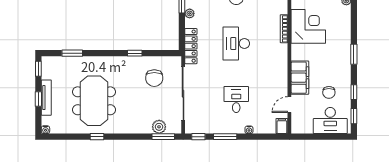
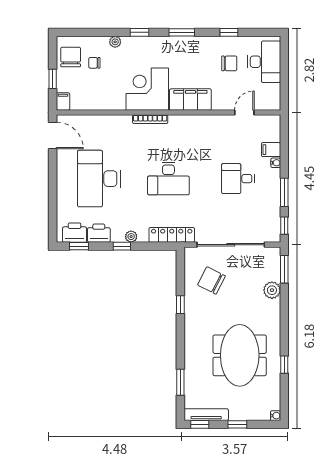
chair: (154, 78) -> (211, 280), turned -153
filing cabinet: (300, 78) -> (190, 99), moved
tv unit: (46, 98) -> (206, 415), moved
meeting table: (94, 101) -> (240, 355), turned 90
door: (289, 105) -> (244, 113), swing flipped
window: (354, 116) -> (140, 32), moved
filing cabinet: (282, 126) -> (271, 150), moved
plant: (159, 127) -> (272, 290), moved
window: (97, 137) -> (284, 365), moved

